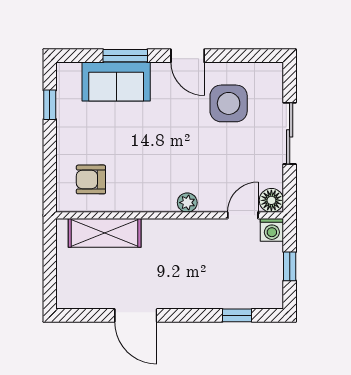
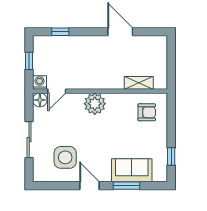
plant: (187, 203) -> (95, 104), width x1.87, depth x1.87
shelving: (105, 233) -> (139, 83), width x0.67, depth x0.75

